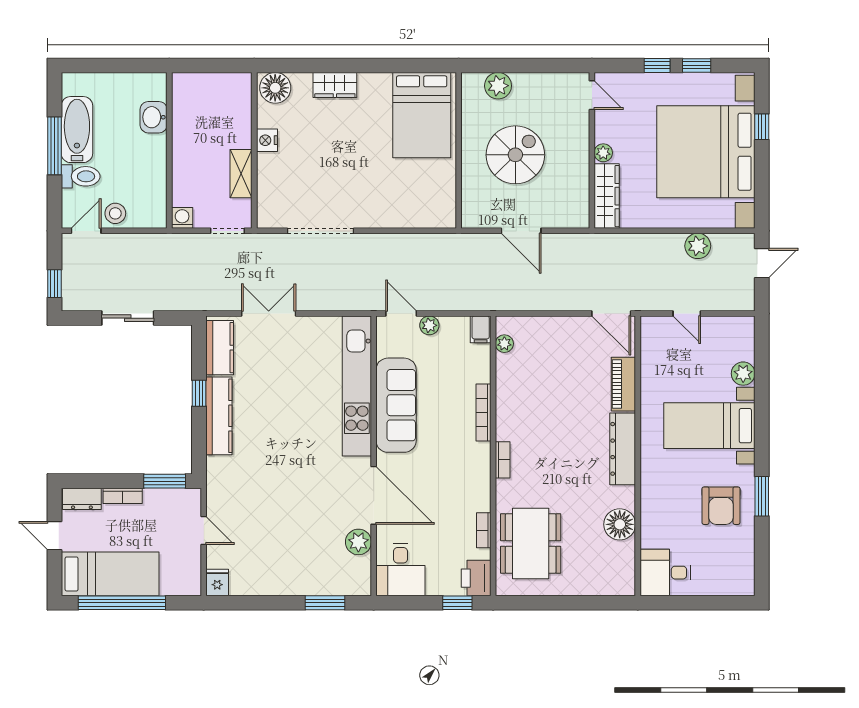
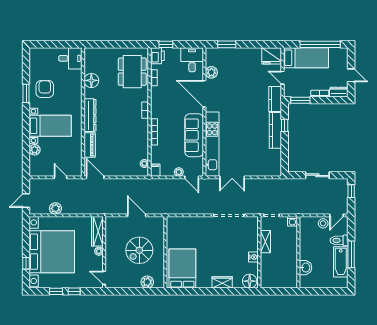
double door: (269, 313) -> (232, 177), moved
kitchen counter: (220, 348) -> (275, 99), moved
window: (199, 393) -> (285, 125), moved
bed: (110, 574) -> (306, 58), moved, turned 180
fridge: (217, 583) -> (272, 56), width x1.88, depth x1.34

